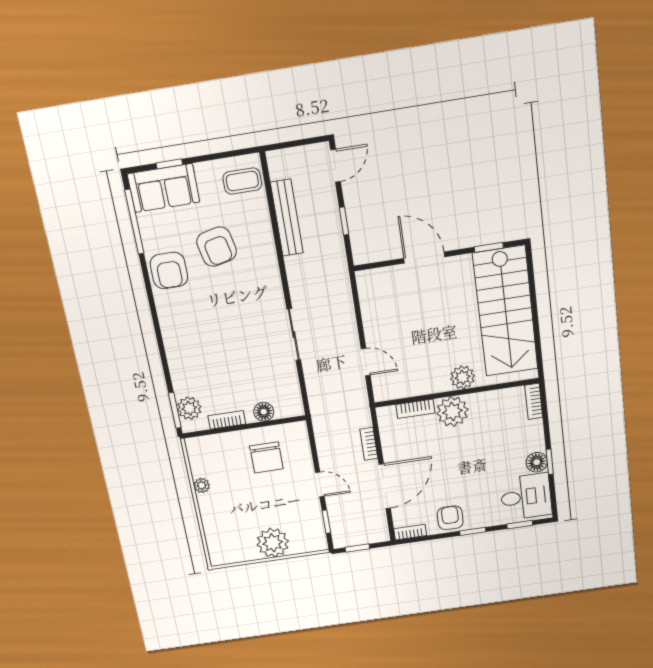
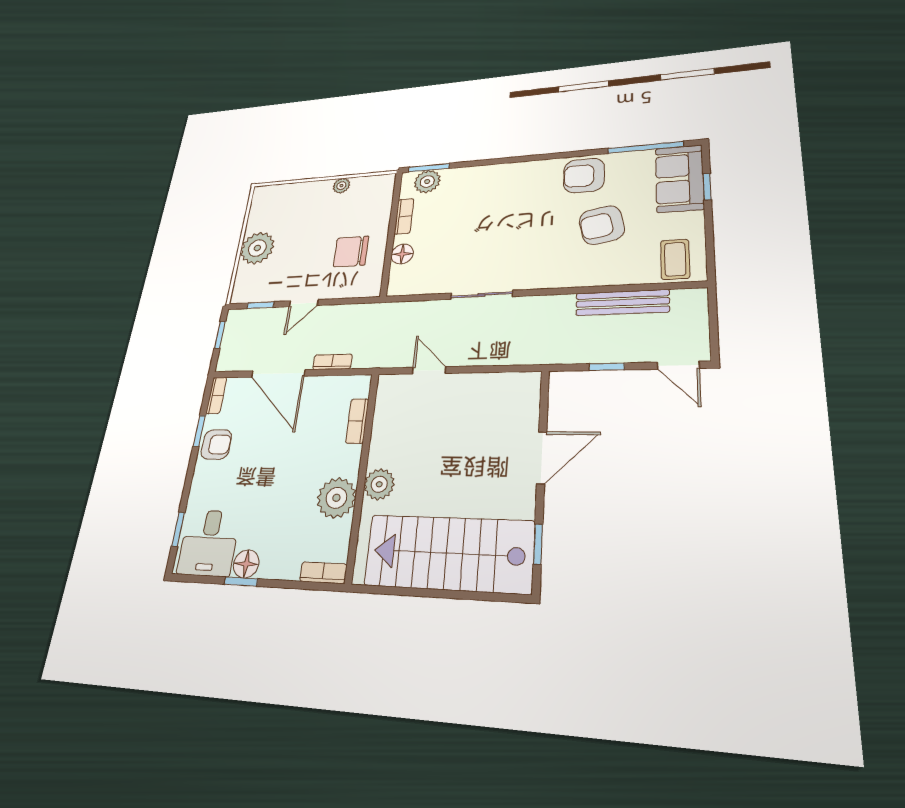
door: (366, 362) -> (429, 370), swing flipped
plant: (452, 412) -> (336, 498), moved
window: (473, 531) -> (199, 431), moved

